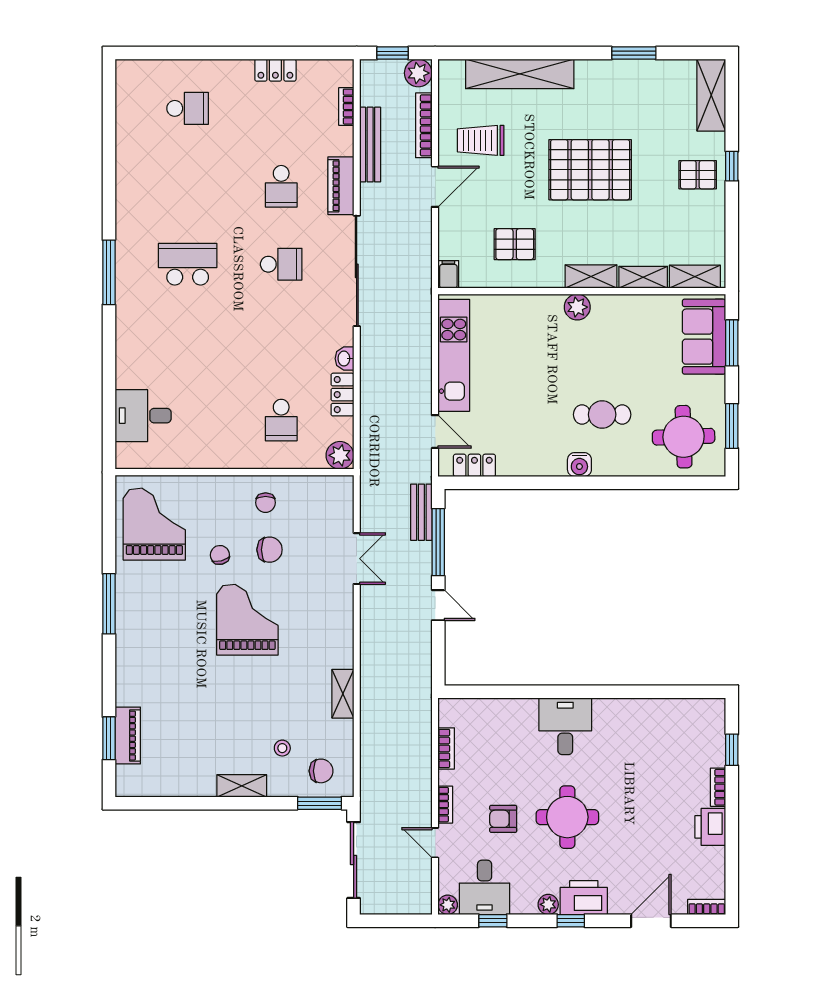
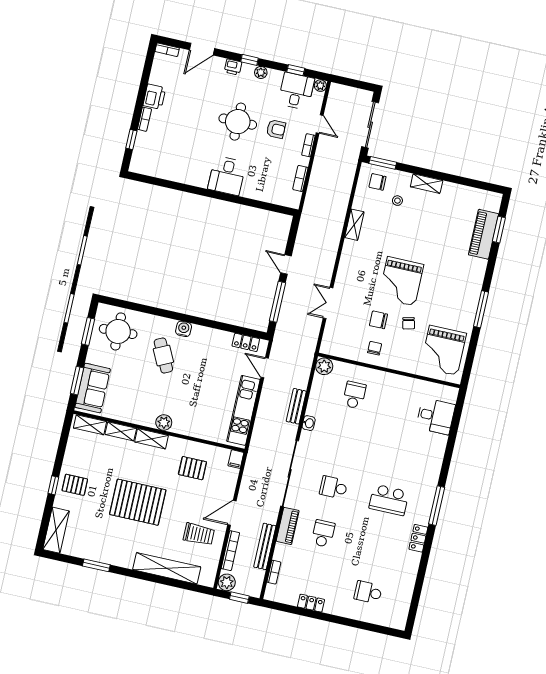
locker: (342, 395) -> (418, 538), moved, turned 180
cafe table: (602, 415) -> (163, 356), turned 64
bench: (421, 512) -> (296, 406), moved
piano: (128, 736) -> (483, 234), width x1.37, depth x1.33
printer: (584, 898) -> (233, 67), width x0.53, depth x0.68

